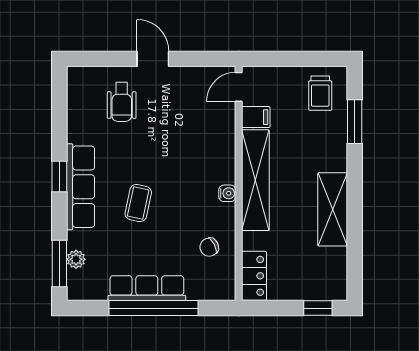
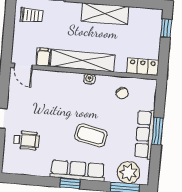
coffee table: (138, 203) -> (91, 135), width x1.36, depth x1.30
plant: (76, 259) -> (128, 173), width x1.87, depth x1.87
window: (154, 308) -> (157, 131), width x0.47

